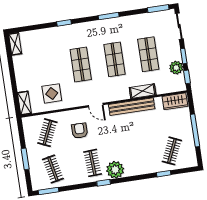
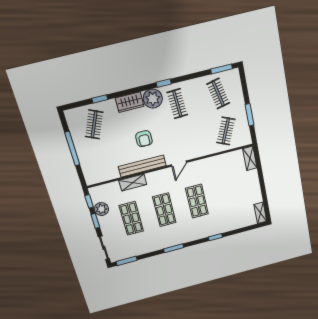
display table: (52, 93) -> (223, 170), removed
wardrobe: (175, 101) -> (130, 102), moved, turned 180
door: (96, 105) -> (179, 164), swing flipped
armchair: (80, 131) -> (144, 139), moved
window: (25, 159) -> (250, 115), moved

